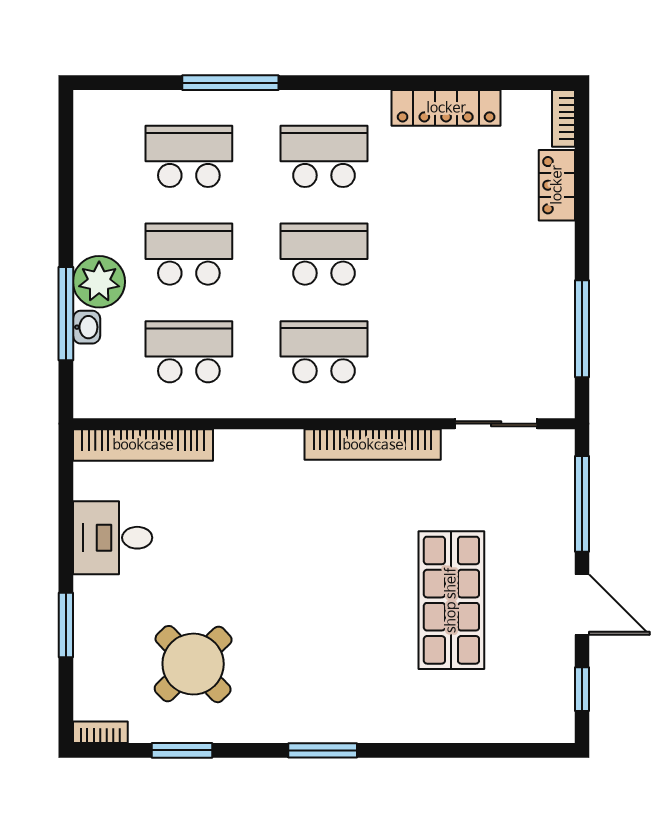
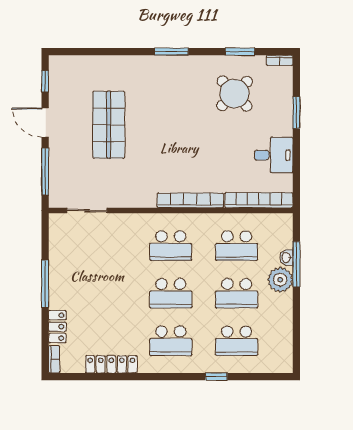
window: (230, 83) -> (216, 377), width x0.46
window: (582, 329) -> (45, 284), moved
bookcase: (373, 445) -> (190, 200), moved

